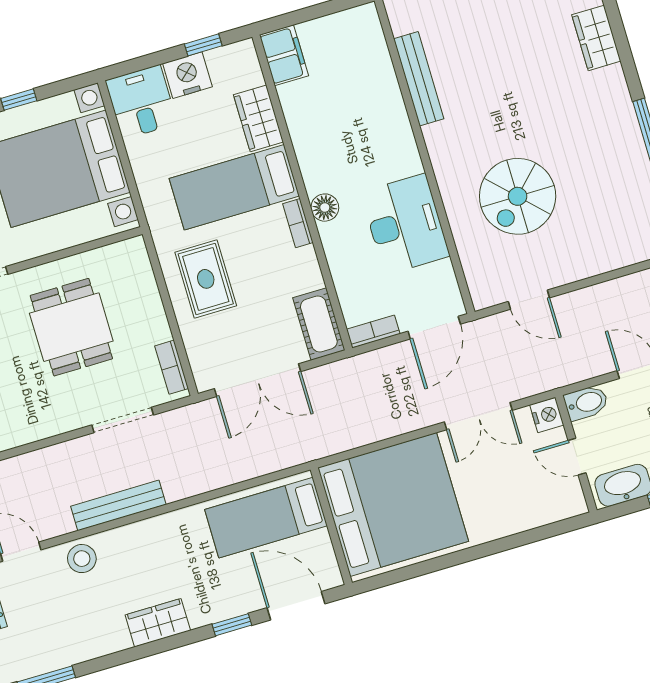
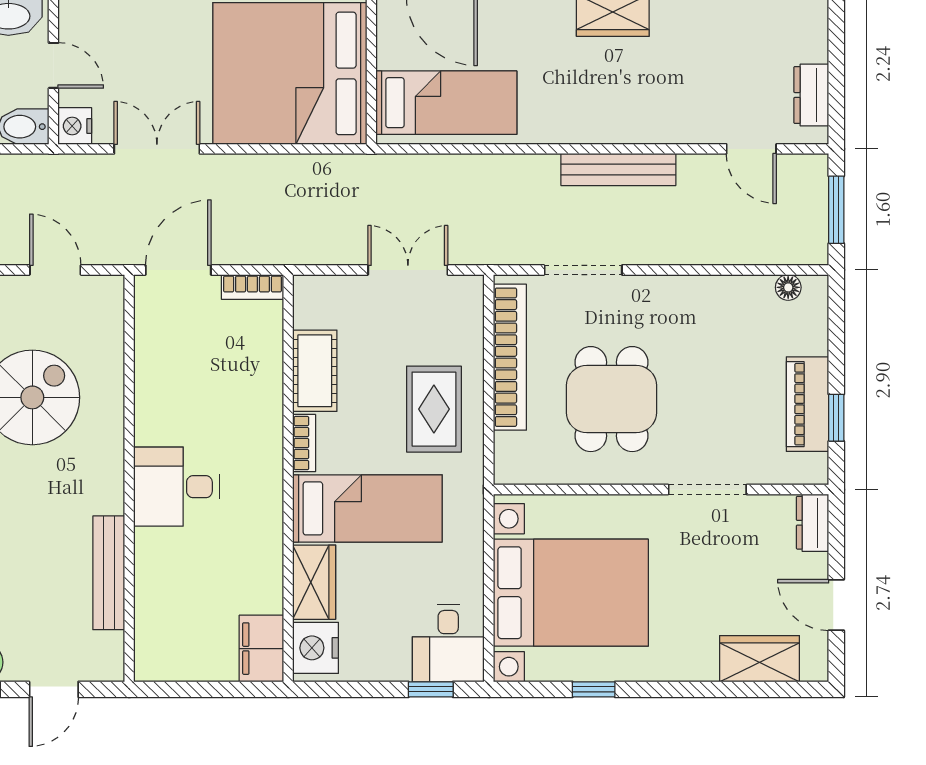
window: (203, 45) -> (431, 689), moved
nightstand: (187, 75) -> (316, 648), moved, turned 90
floor lamp: (325, 208) -> (266, 452), removed
desk: (405, 224) -> (176, 487), moved, width x0.73
cot: (319, 324) -> (315, 371), moved
bookcase: (172, 367) -> (510, 357), width x2.31, depth x1.31
double door: (258, 380) -> (408, 270), width x0.73
stool: (82, 559) -> (681, 119), removed

